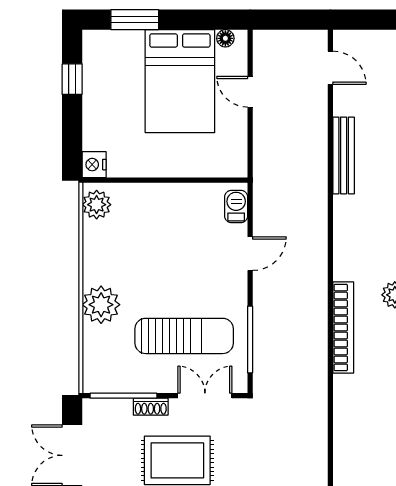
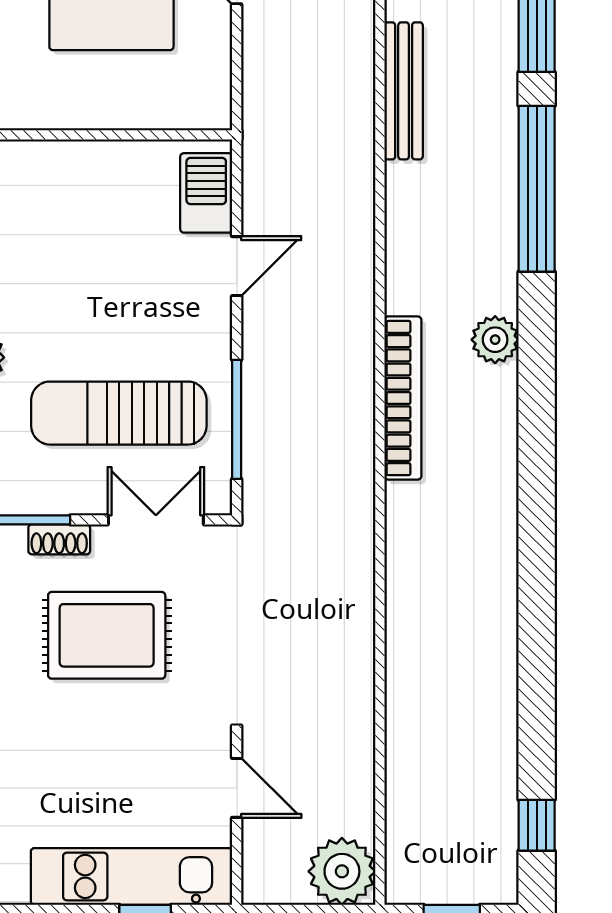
barbecue: (236, 207) -> (206, 193), width x1.38, depth x1.27
sun lounger: (184, 336) -> (119, 413), turned 180

